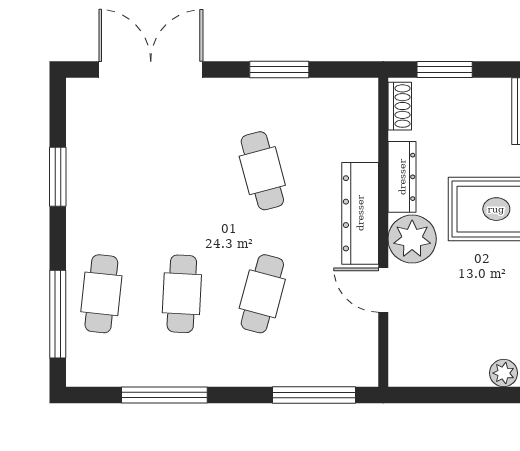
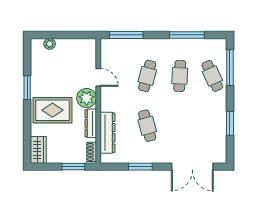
dresser: (360, 213) -> (108, 133), moved
cafe table: (101, 294) -> (212, 76), turned -30

